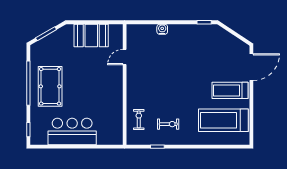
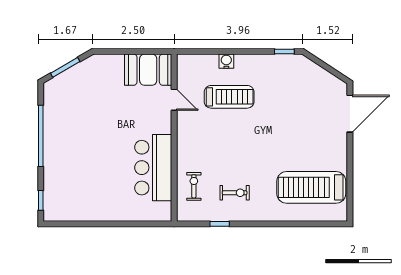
booth: (91, 35) -> (148, 70), moved
door: (125, 57) -> (174, 100), swing flipped
pool table: (50, 86) -> (71, 140), removed
treadmill: (230, 90) -> (229, 97), moved, turned 180
bar counter: (72, 131) -> (153, 168), moved, turned -90

